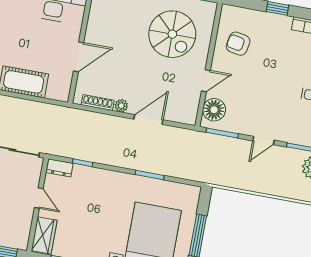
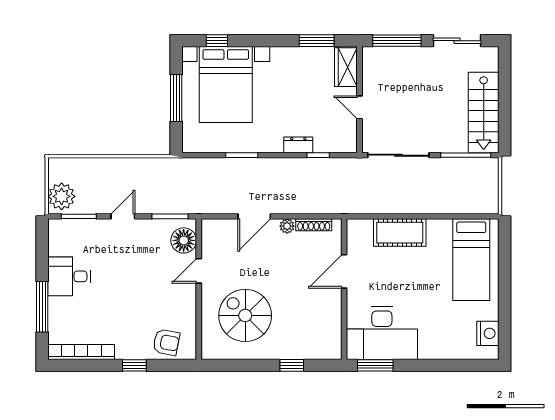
armchair: (238, 44) -> (166, 342), moved
dresser: (59, 168) -> (298, 145), moved

